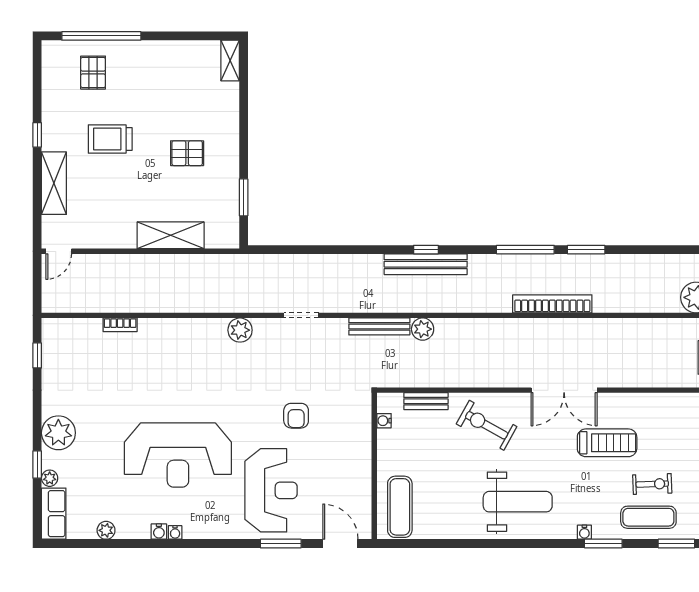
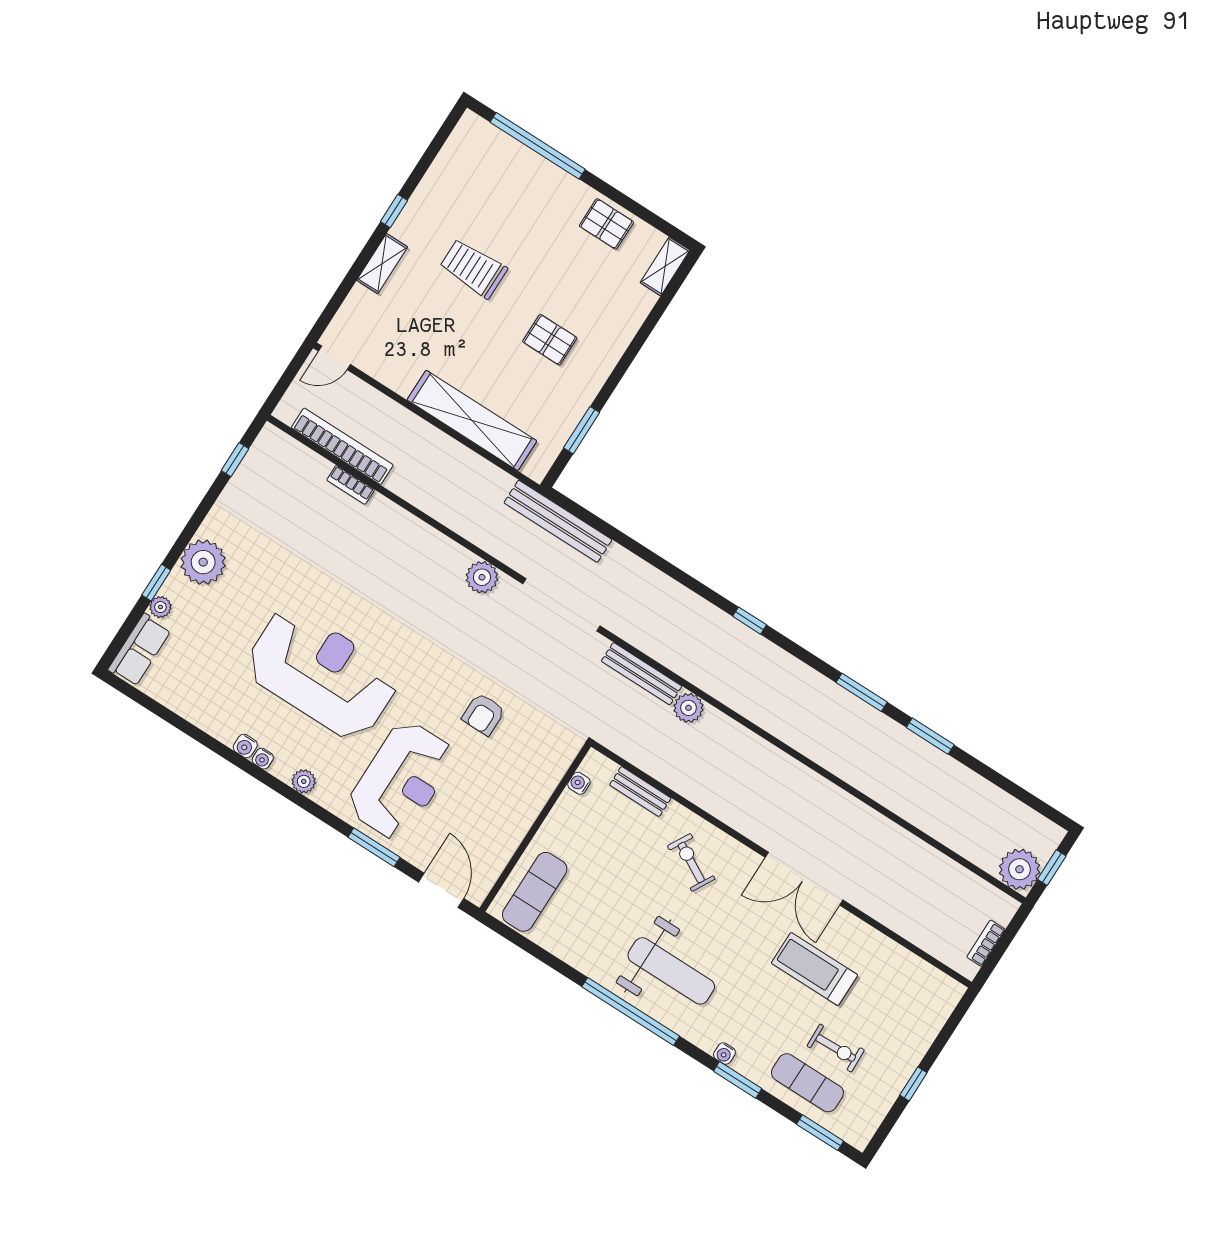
pallet: (93, 73) -> (606, 224), moved, turned 90
shelving: (54, 183) -> (382, 264), width x0.67, depth x0.75
shelving: (171, 235) -> (472, 420), width x1.47
window: (525, 250) -> (862, 692), width x0.69
bench: (426, 264) -> (558, 521), moved
bookcase: (552, 304) -> (342, 446), moved
doorway: (301, 315) -> (561, 605), width x1.88
exercise bike: (487, 425) -> (691, 862), width x0.73, depth x0.72
treadmill: (607, 443) -> (814, 969), turned 180
reception desk: (178, 455) -> (322, 673), turned 180
plant: (106, 530) -> (304, 781), moved
window: (508, 544) -> (631, 1011), added

